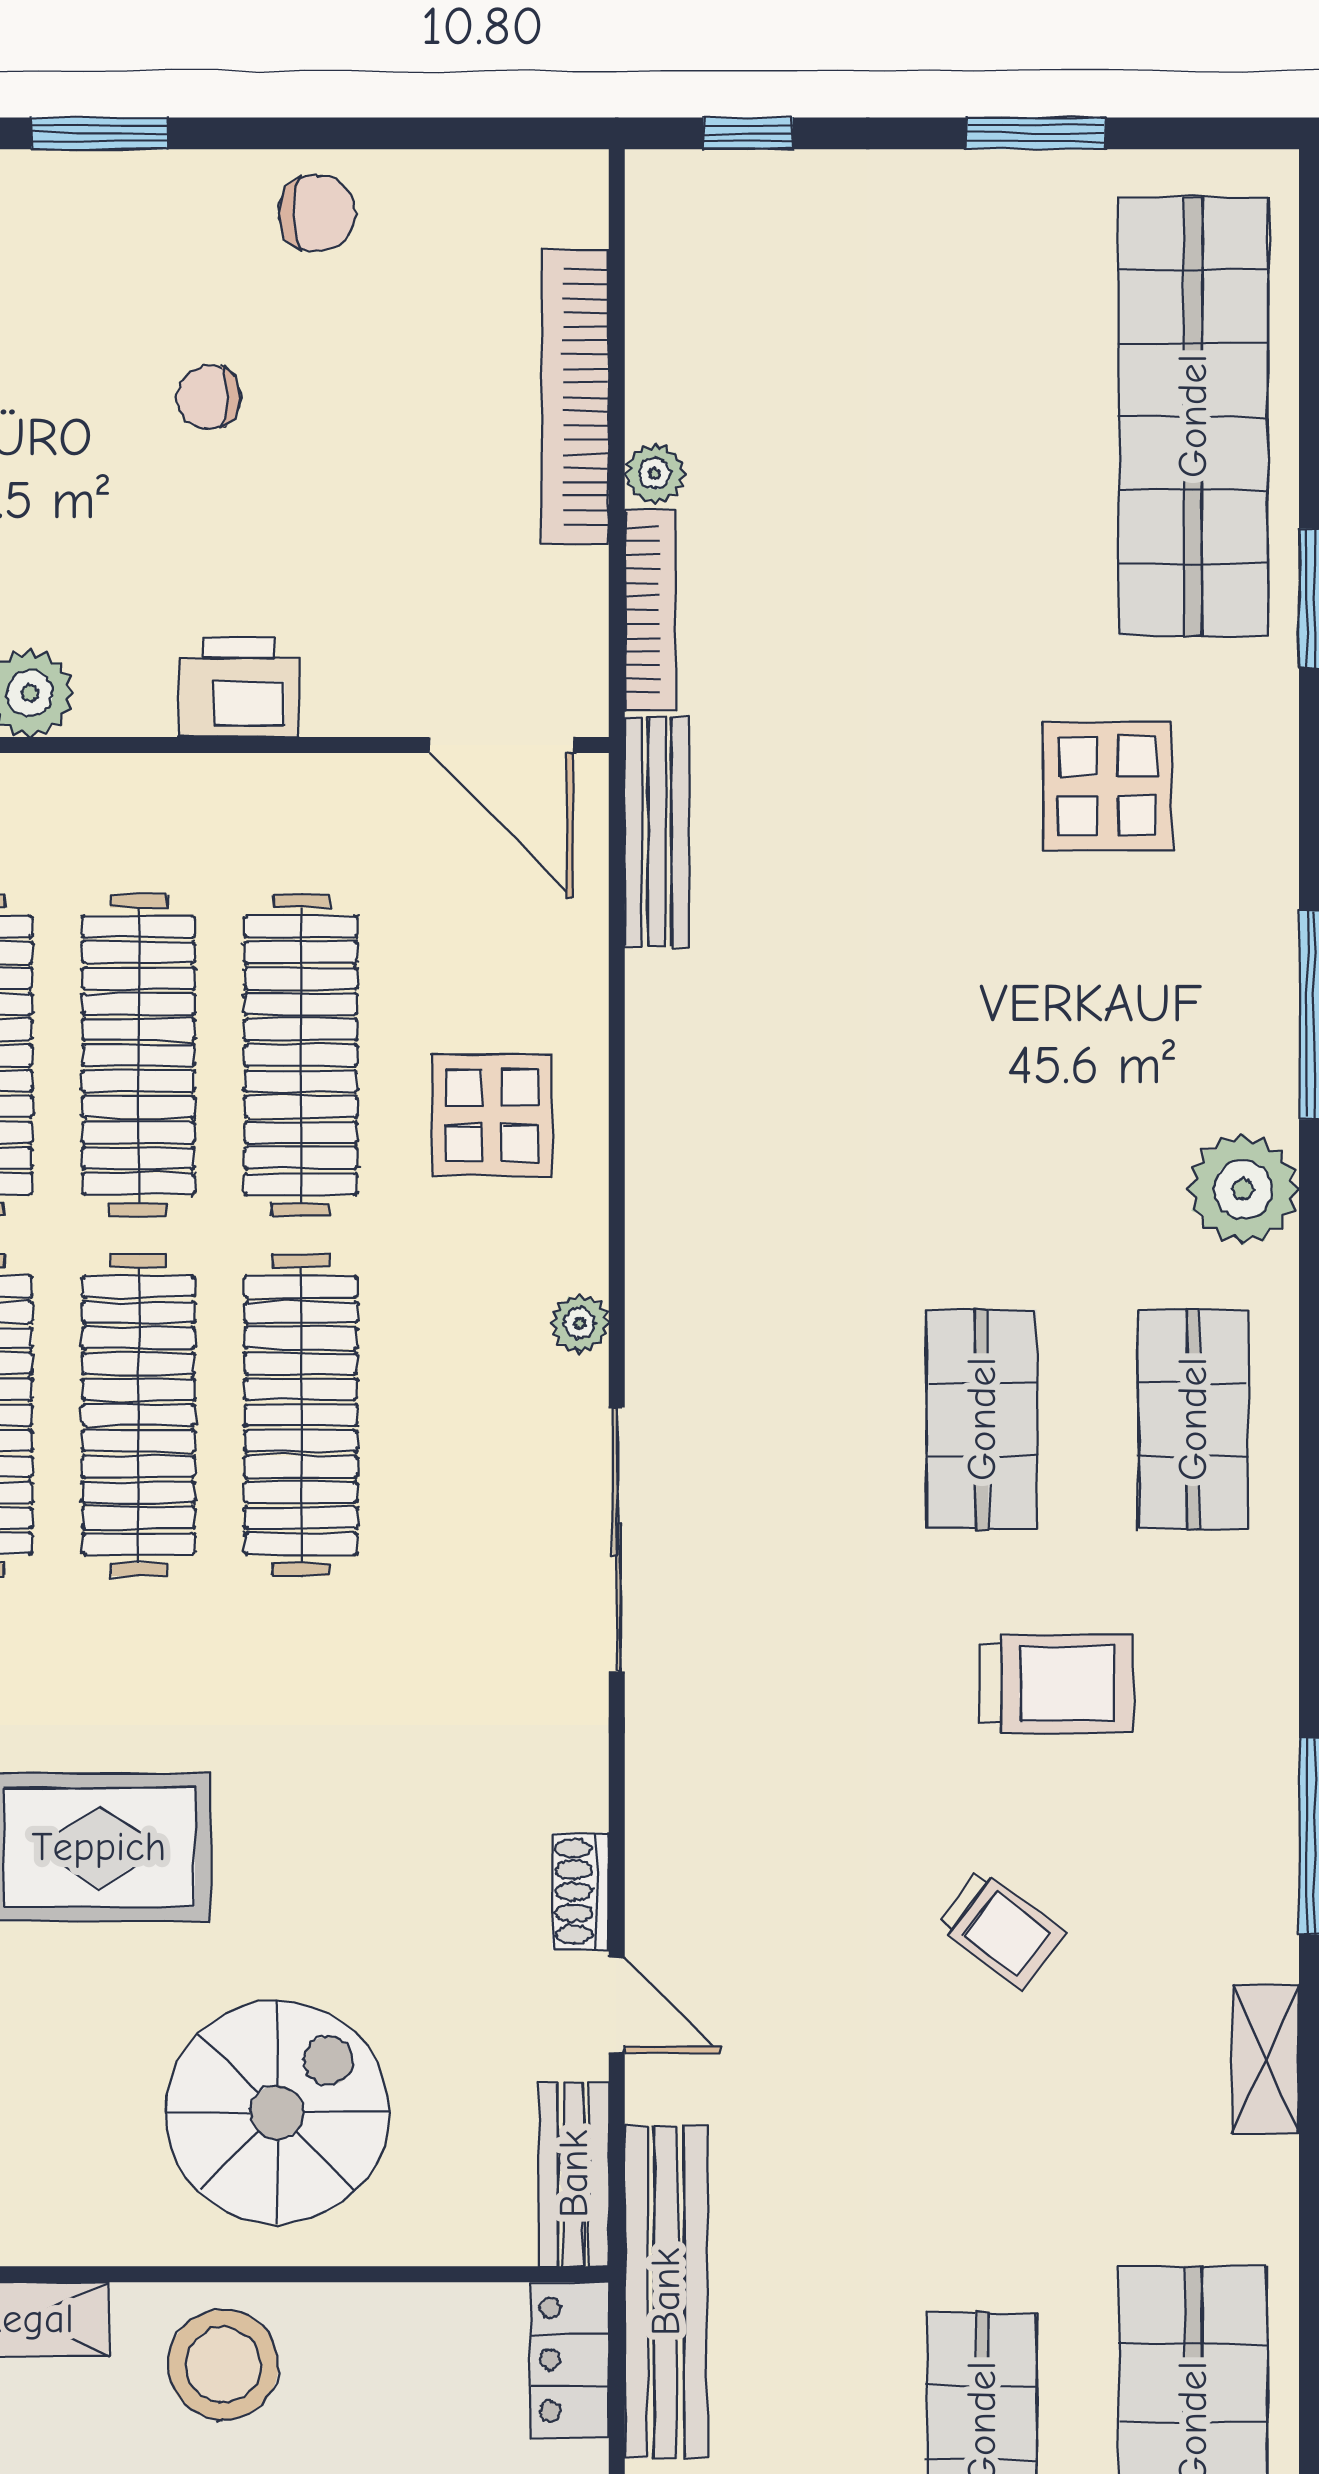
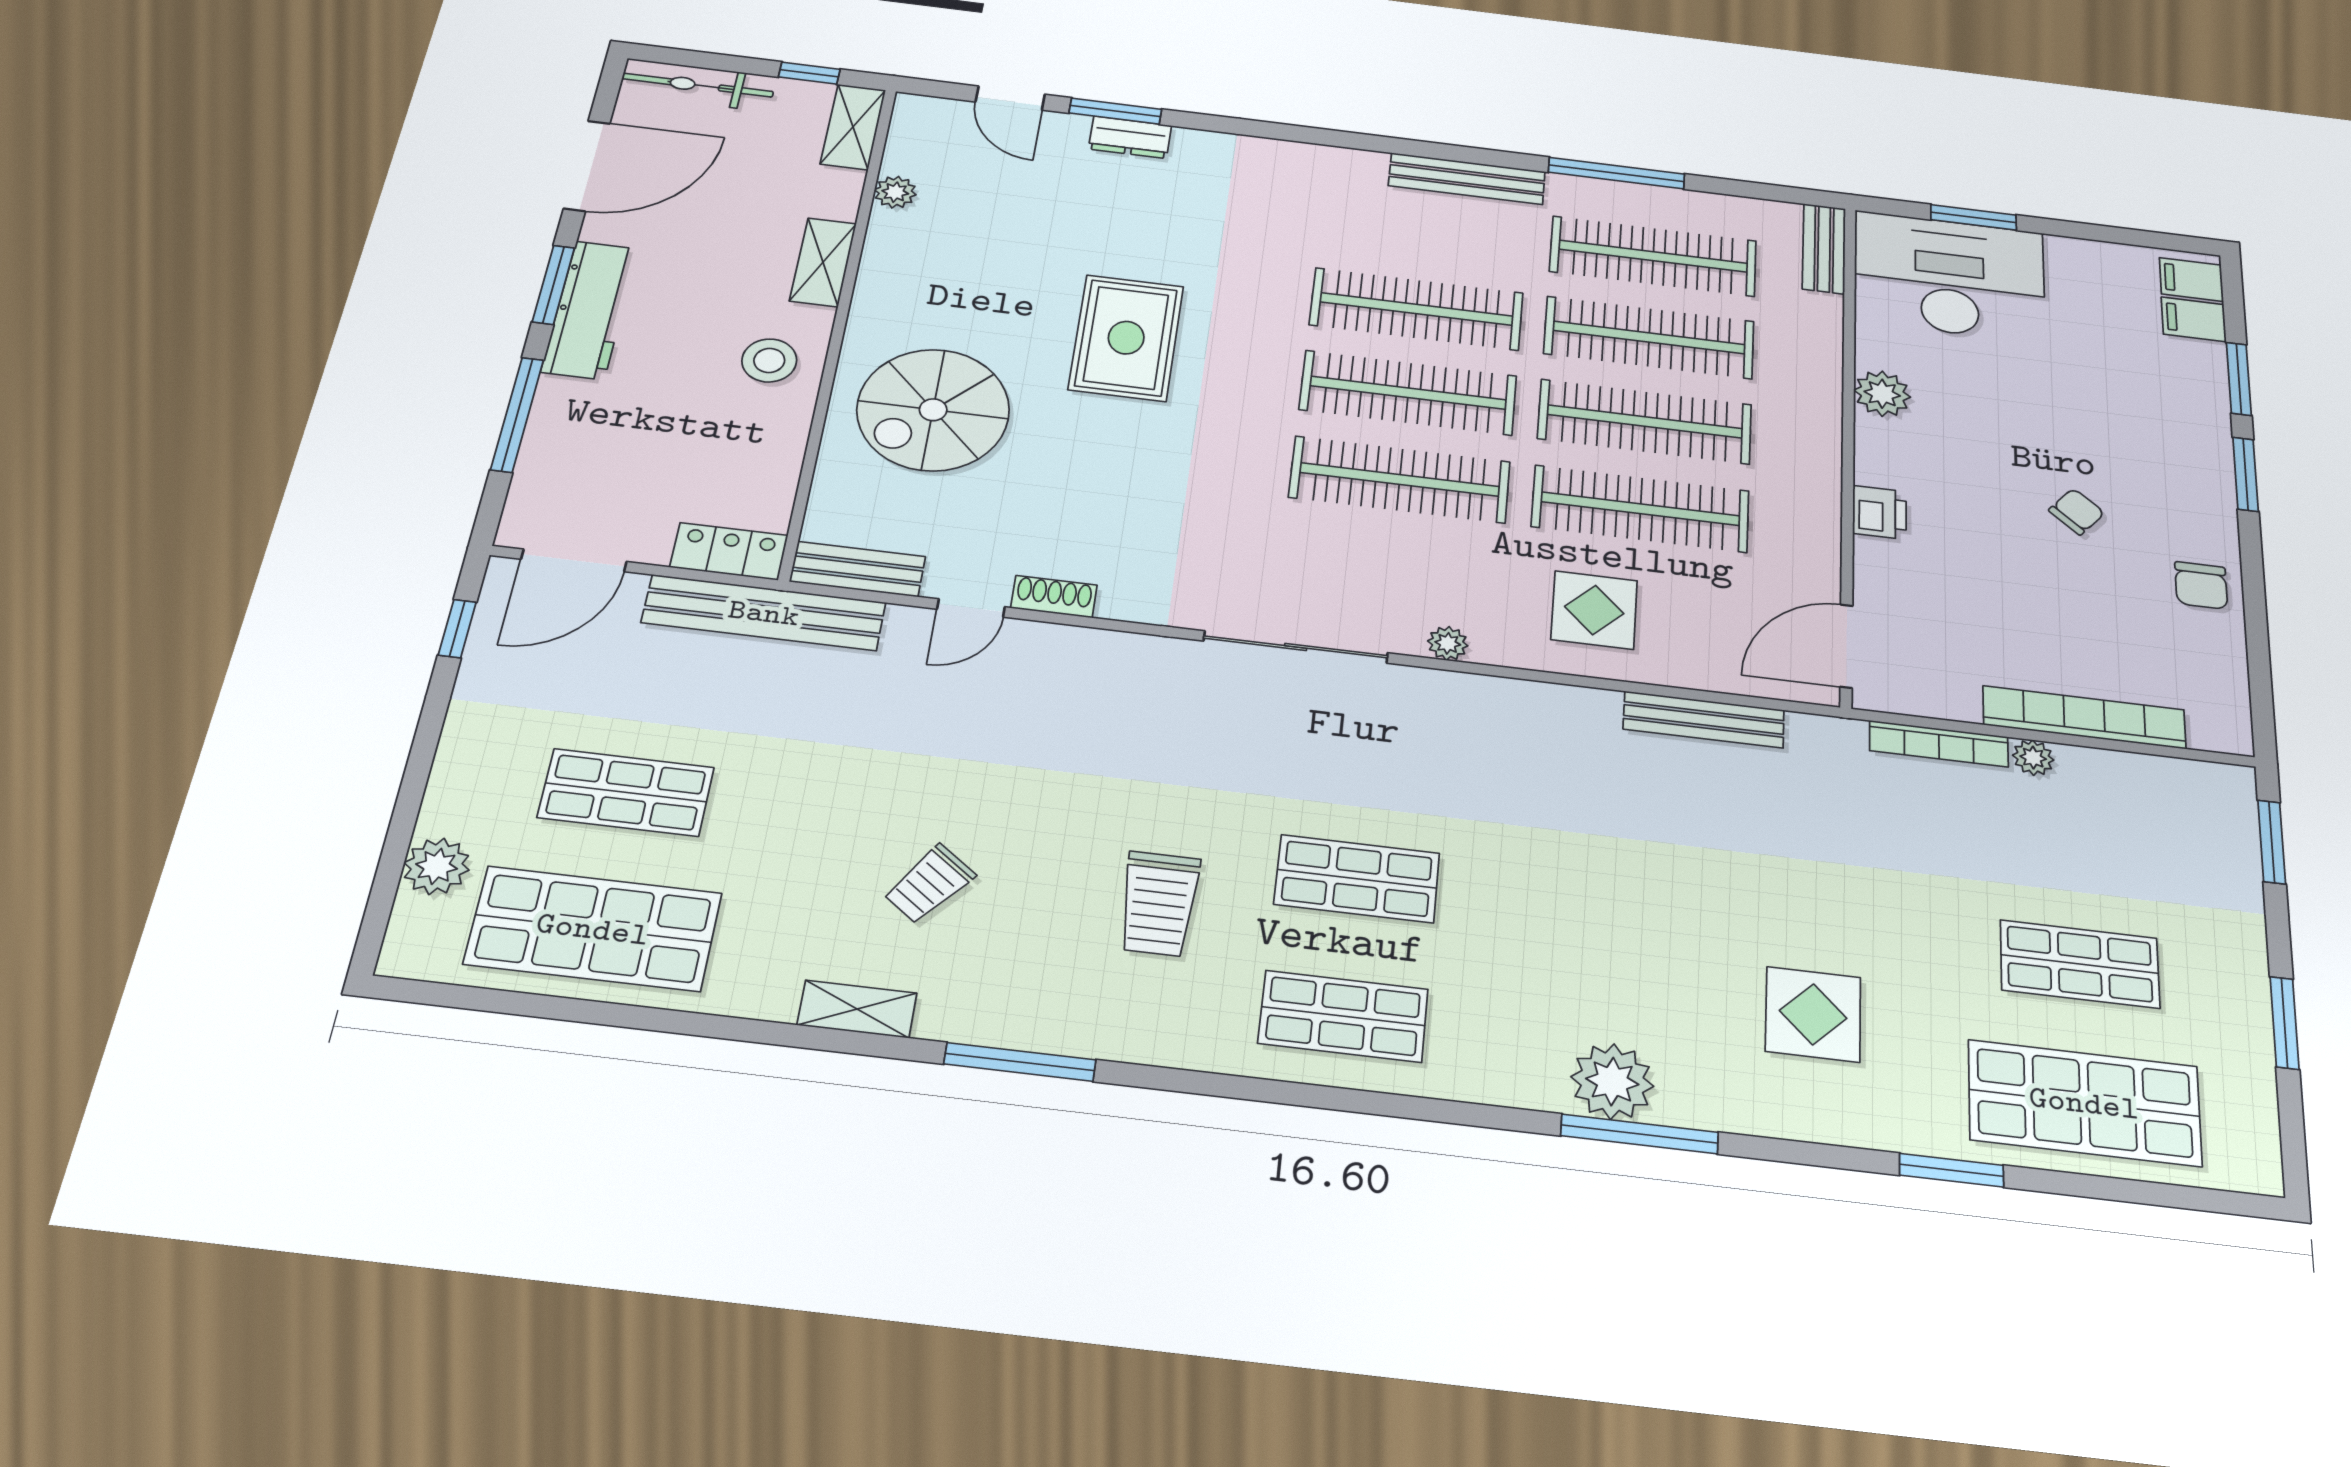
window: (748, 133) -> (2272, 842), width x1.50
chair: (209, 397) -> (2077, 512), turned 40
shop shelf: (982, 416) -> (2080, 964), added
shop shelf: (1193, 416) -> (2084, 1103), width x0.71
printer: (238, 687) -> (1879, 512), width x0.73, depth x0.81
bench: (657, 831) -> (1704, 719), moved
plant: (1243, 1189) -> (1612, 1081), moved
trolley: (1001, 1929) -> (929, 884), moved
spiral stairs: (277, 2112) -> (933, 410), turned 90
stool: (223, 2365) -> (769, 360), width x0.73, depth x0.73

